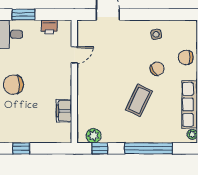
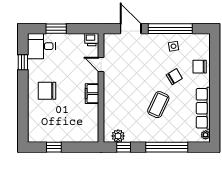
window: (152, 15) -> (170, 29), added
printer: (49, 27) -> (92, 40), moved
door: (74, 55) -> (101, 65), swing flipped
filing cabinet: (64, 111) -> (92, 94), moved

